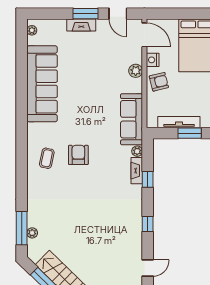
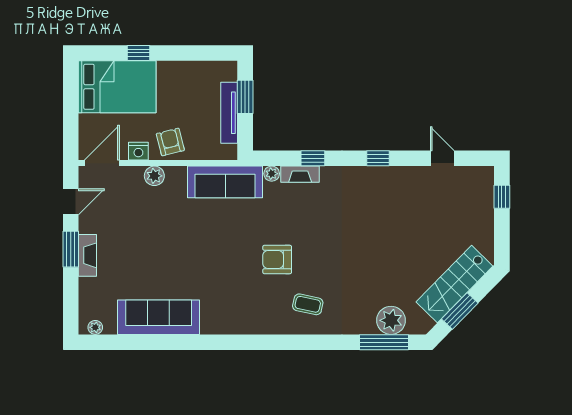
sofa: (42, 84) -> (159, 317), width x0.74, depth x0.79
coffee table: (47, 158) -> (308, 304), moved
plant: (32, 233) -> (391, 320), width x1.88, depth x1.88

